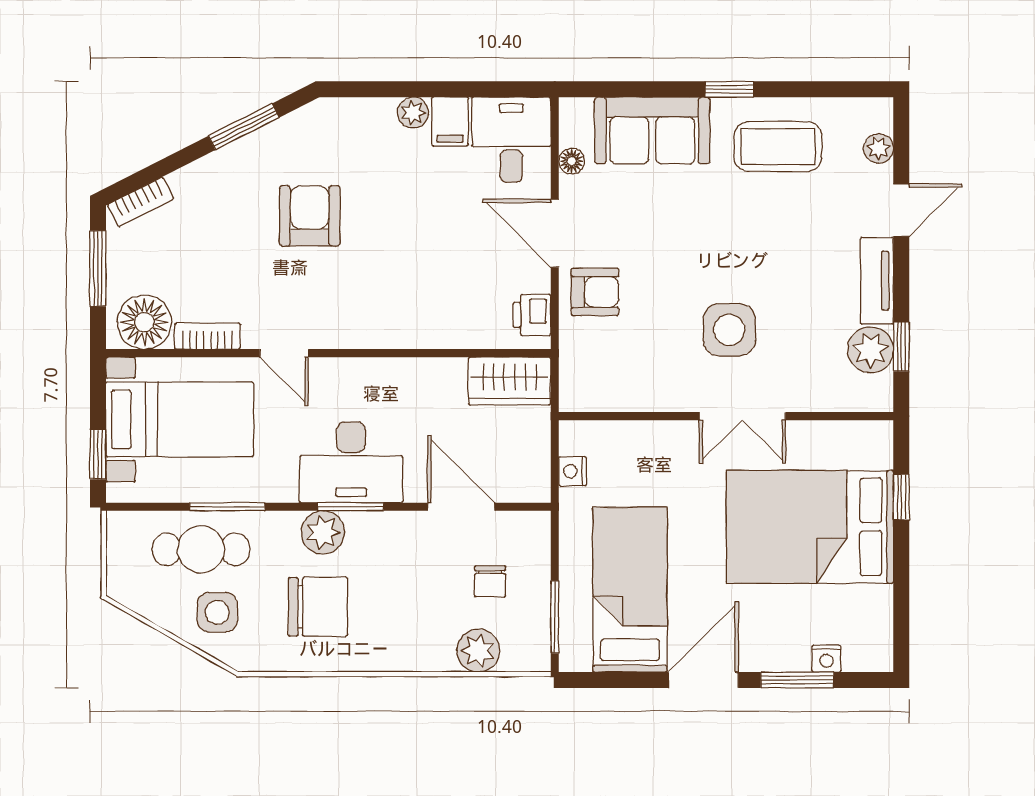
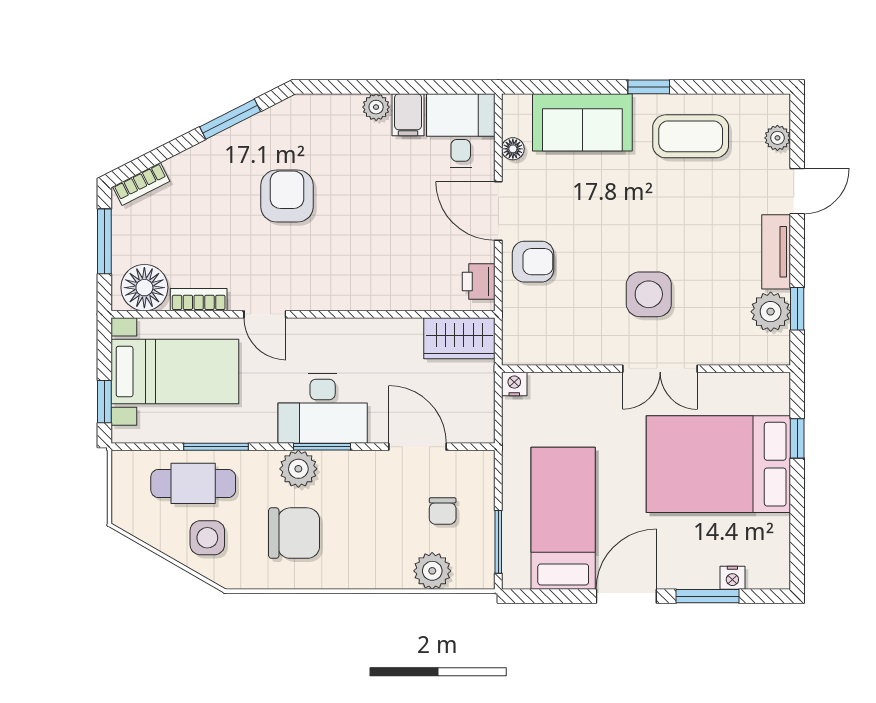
nightstand: (573, 471) -> (514, 384), moved, turned 90

